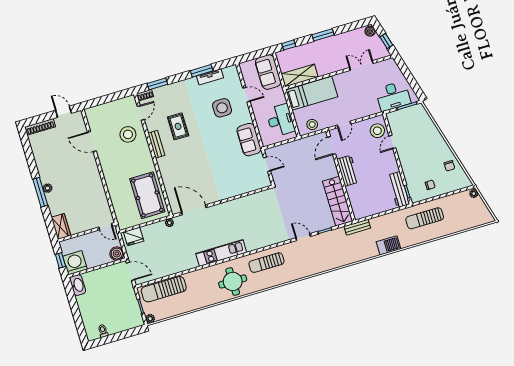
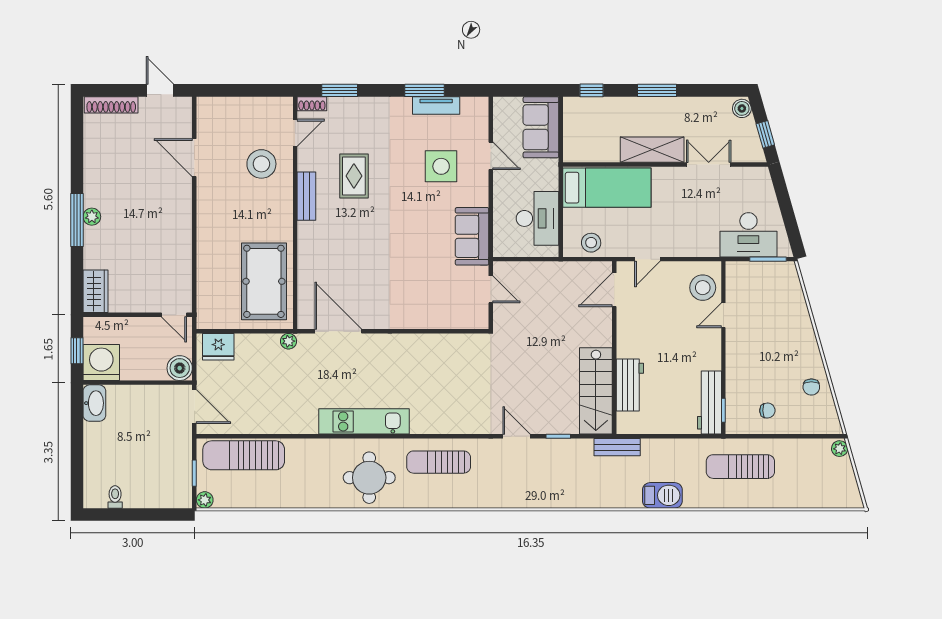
shelving: (300, 75) -> (652, 150), moved
workbench: (348, 171) -> (630, 385), moved

